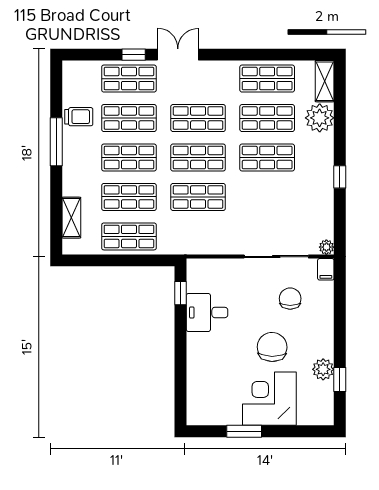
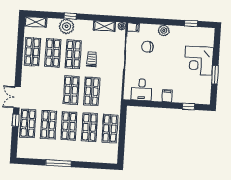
trolley: (79, 117) -> (92, 59), moved
shop shelf: (198, 118) -> (51, 89), removed
plant: (320, 118) -> (67, 26), moved
window: (340, 177) -> (70, 16), moved
shelving: (71, 218) -> (104, 26), moved
window: (181, 293) -> (189, 106), moved
desk: (207, 312) -> (142, 90), moved
filing cabinet: (198, 342) -> (167, 96), added
chair: (272, 347) -> (172, 58), removed
plant: (323, 369) -> (164, 31), moved

